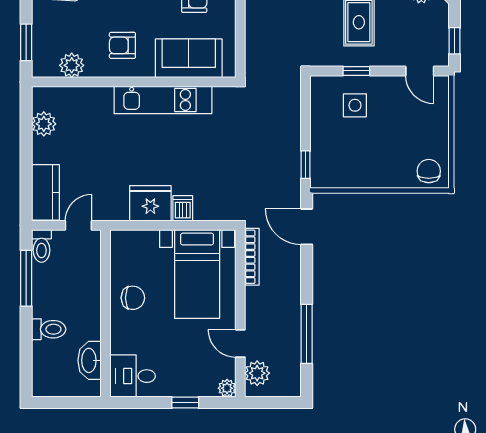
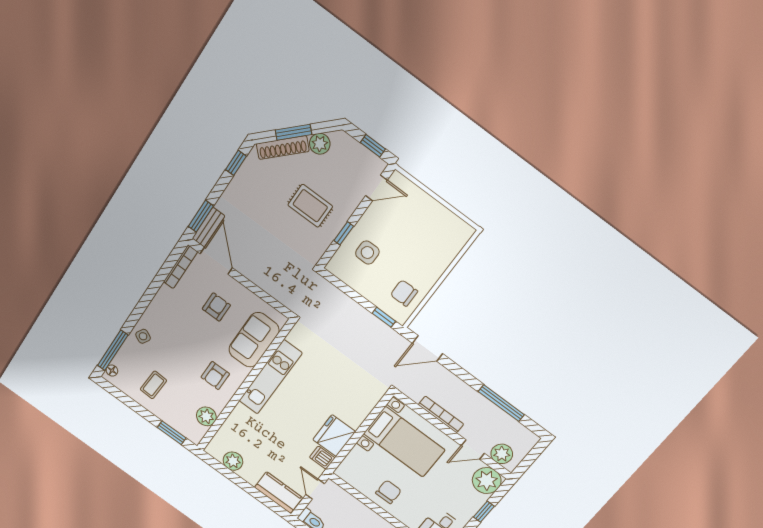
chair: (429, 171) -> (404, 293), moved
dishwasher: (183, 208) -> (322, 458), moved
bookcase: (252, 257) -> (441, 414), moved
plant: (227, 388) -> (487, 481), width x1.88, depth x1.88

